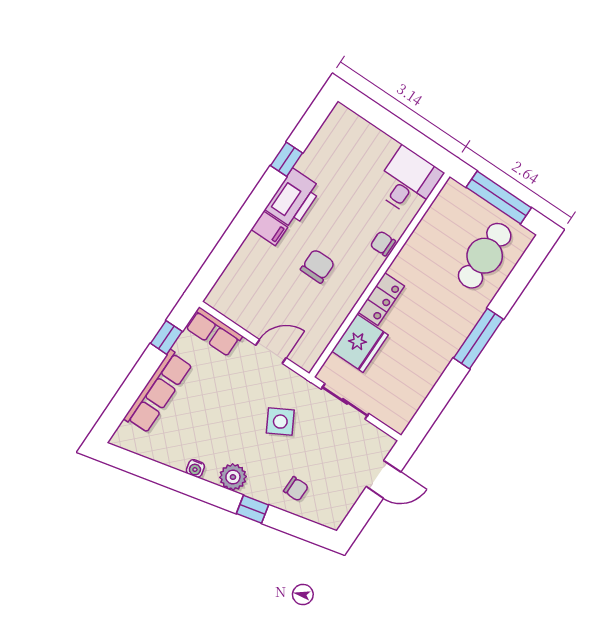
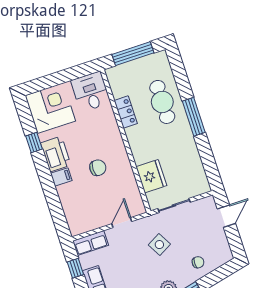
corner desk: (347, 146) -> (50, 108), added
chair: (383, 243) -> (111, 127), removed
cafe table: (485, 256) -> (162, 102), moved
chair: (318, 266) -> (98, 168), turned 90
locker: (381, 299) -> (126, 112), moved

